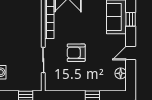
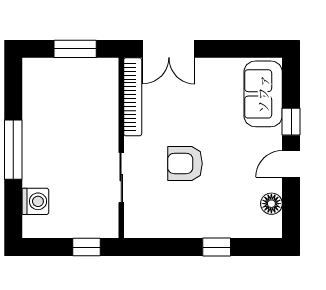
window: (131, 19) -> (291, 122), moved

